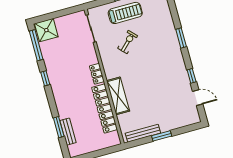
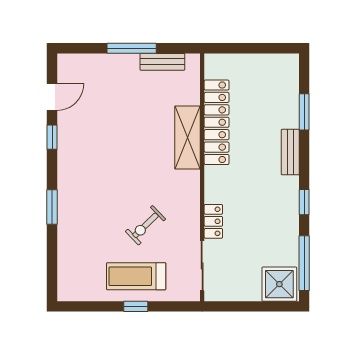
locker: (97, 74) -> (213, 221), moved
door: (198, 98) -> (52, 97), swing flipped
bench: (68, 132) -> (290, 152), moved
bench: (143, 133) -> (162, 62), width x0.73
window: (162, 136) -> (132, 48), width x1.44

